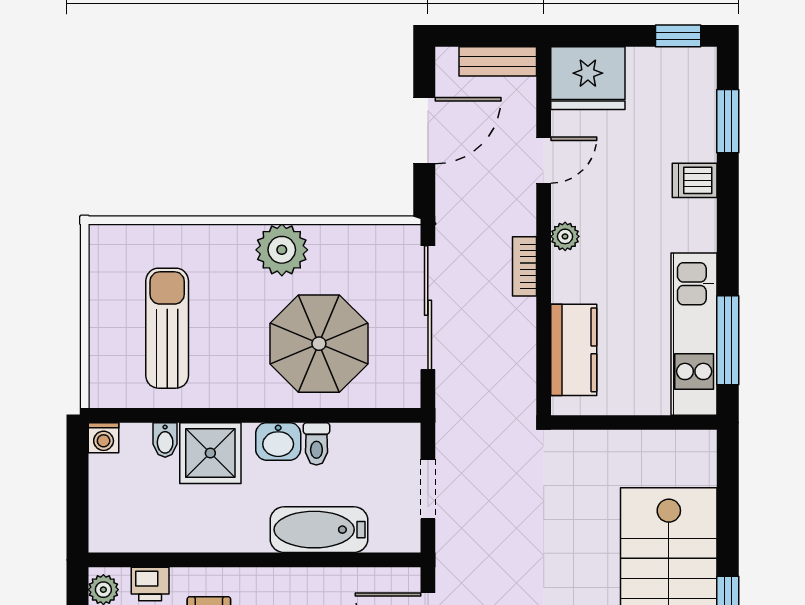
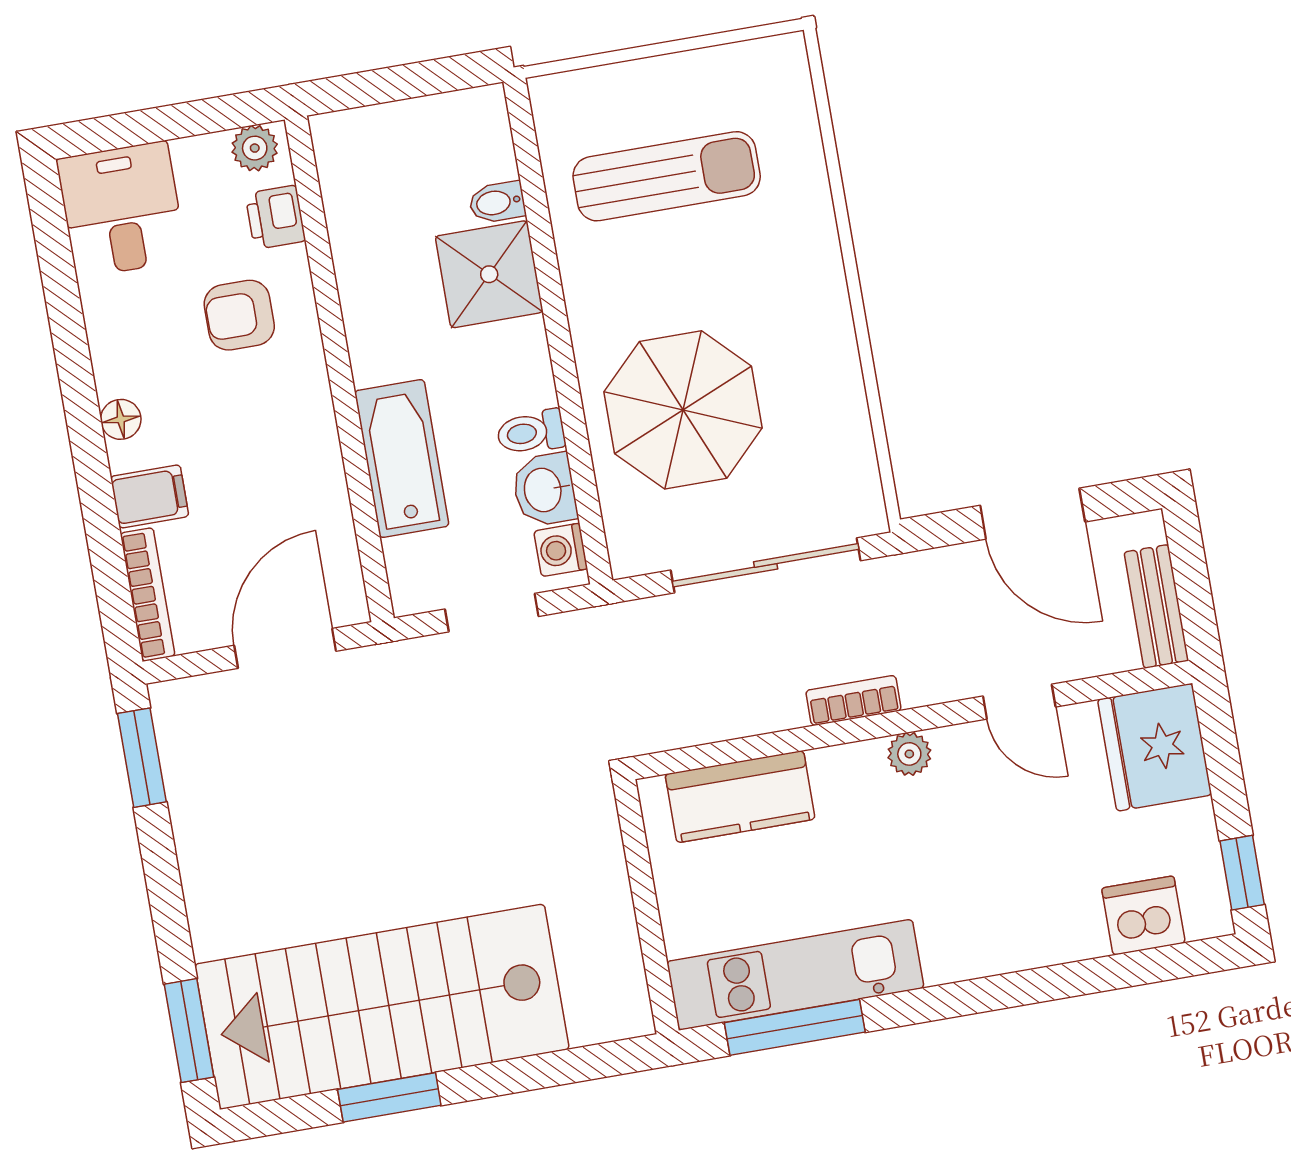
window: (728, 121) -> (1126, 970), removed
dishwasher: (695, 180) -> (1143, 915), moved, width x1.38
plant: (282, 250) -> (815, 329), removed
washing machine: (104, 438) -> (561, 550), moved
washbasin: (278, 441) -> (544, 490), moved

